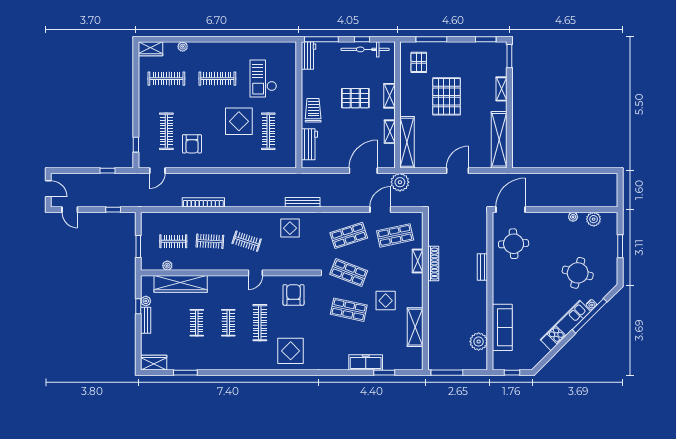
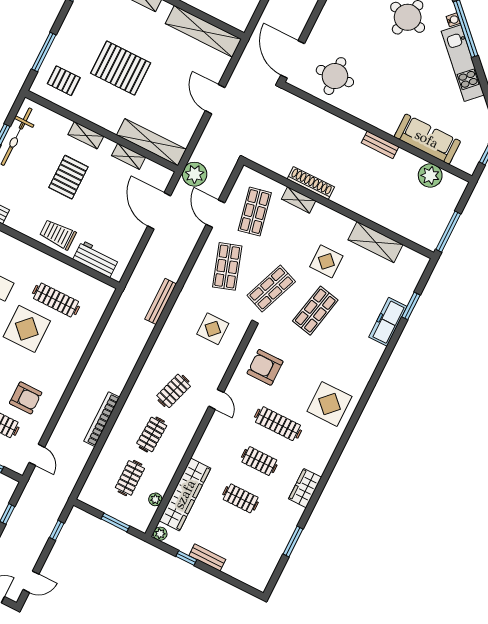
display table: (290, 228) -> (213, 329), moved
bench: (482, 267) -> (380, 145), moved
plant: (146, 301) -> (160, 534), moved
wardrobe: (154, 363) -> (305, 488), moved

